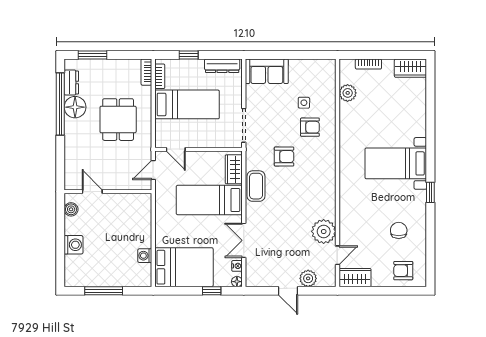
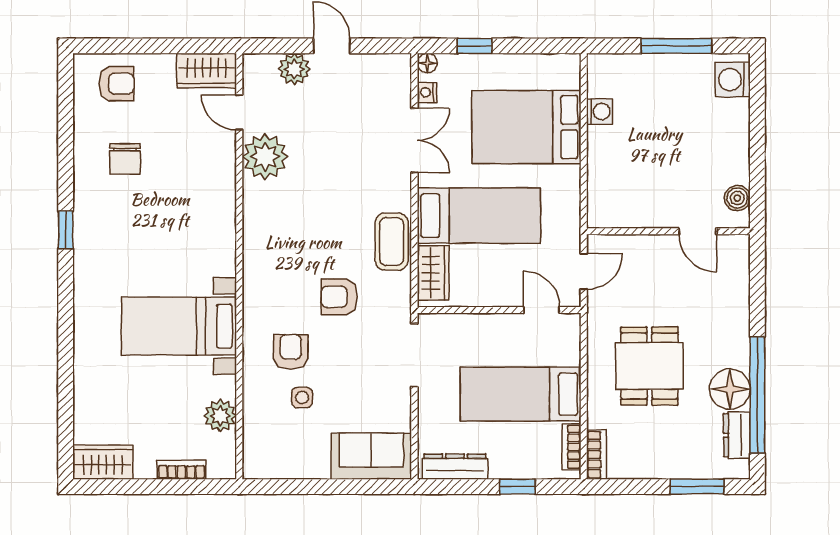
armchair: (310, 127) -> (291, 352), turned 90
bed with nightstands: (396, 163) -> (179, 326), moved, turned 180
washing machine: (74, 245) -> (733, 80), moved
door: (337, 255) -> (239, 112), hinge flipped
bed: (184, 267) -> (526, 127), moved

